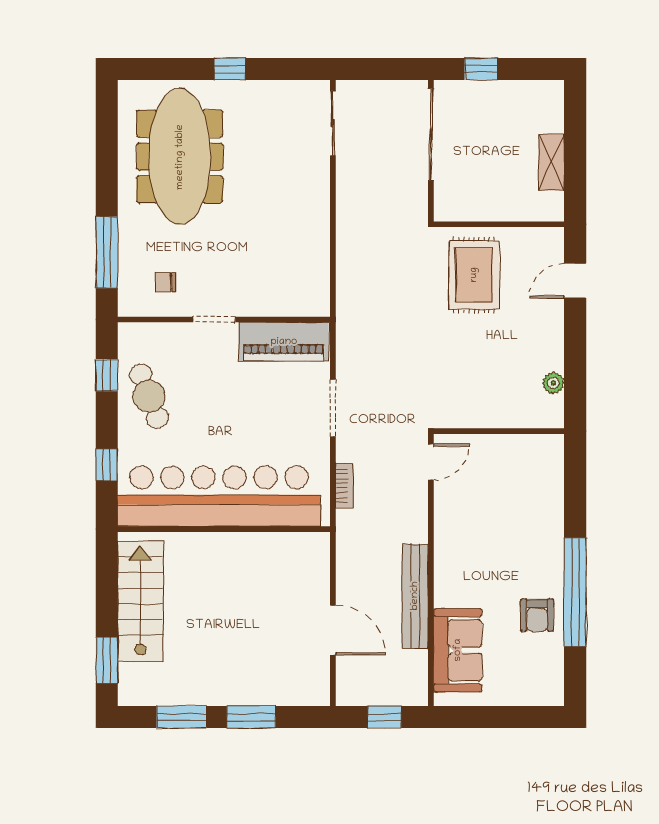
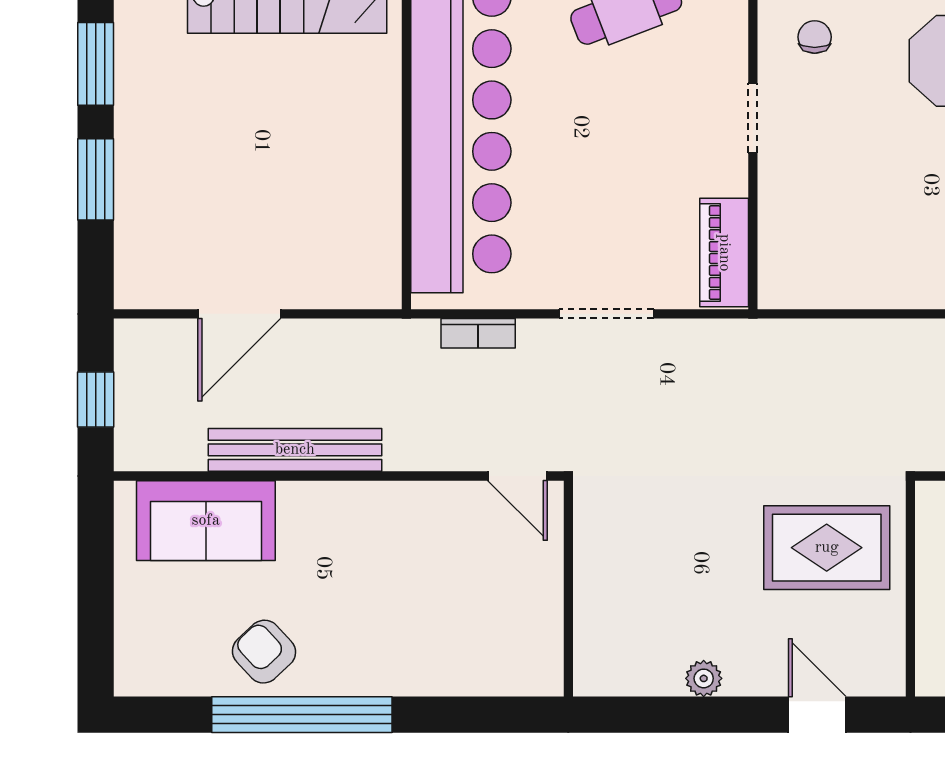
piano: (284, 342) -> (724, 253), width x0.73, depth x0.75
plant: (553, 383) -> (704, 678), moved
armchair: (537, 615) -> (264, 652), turned 47

